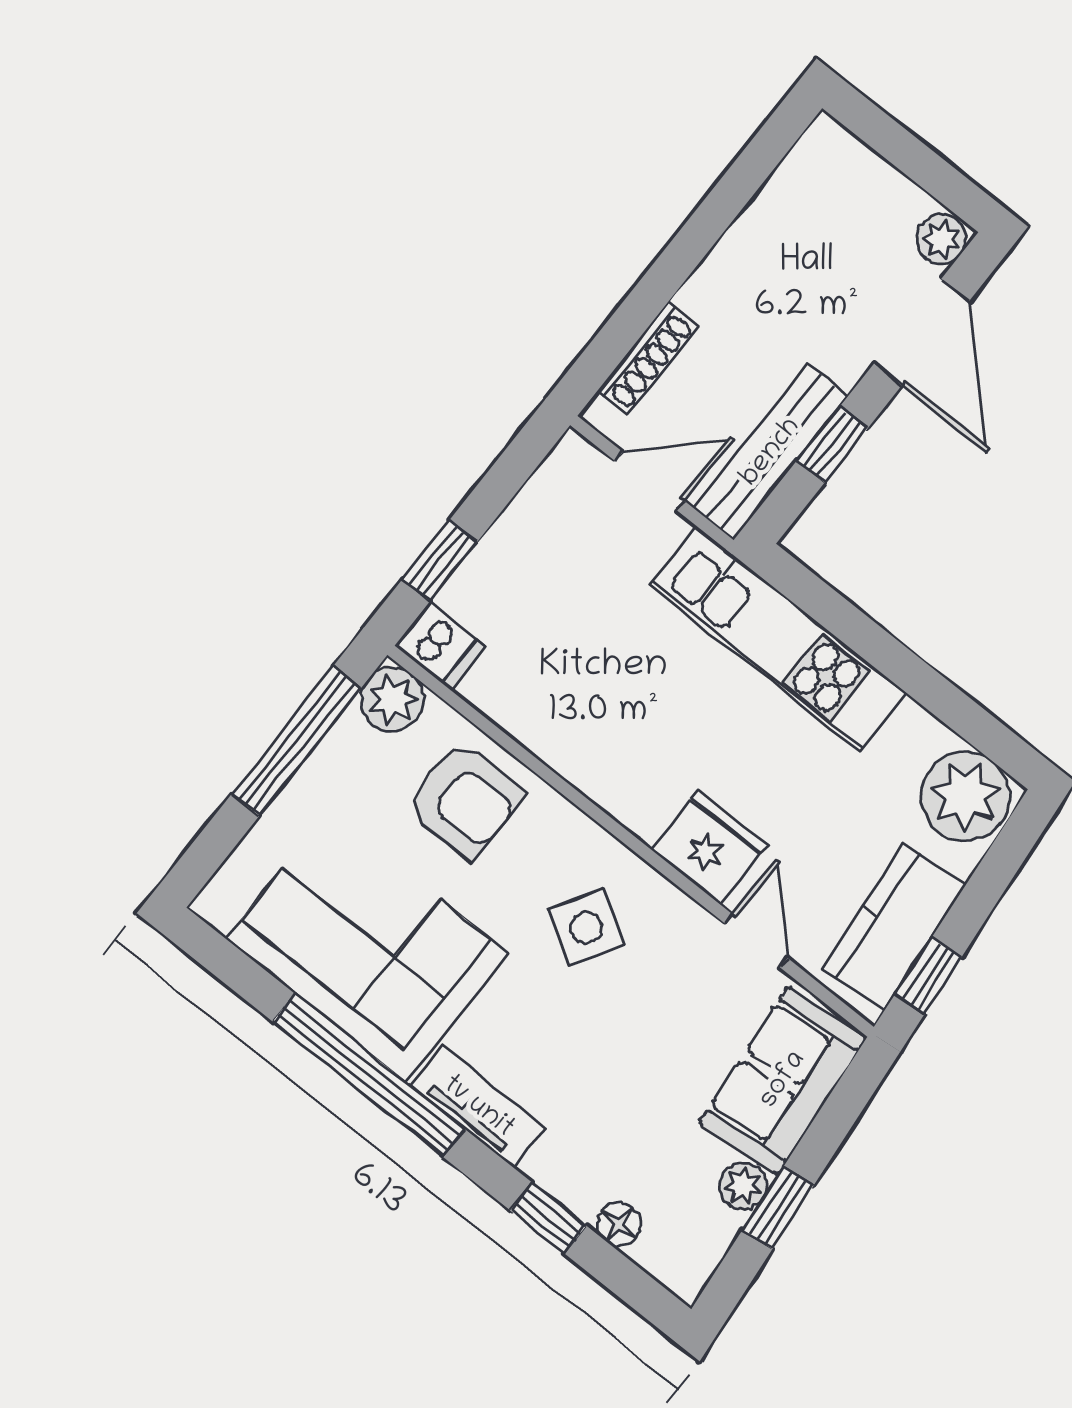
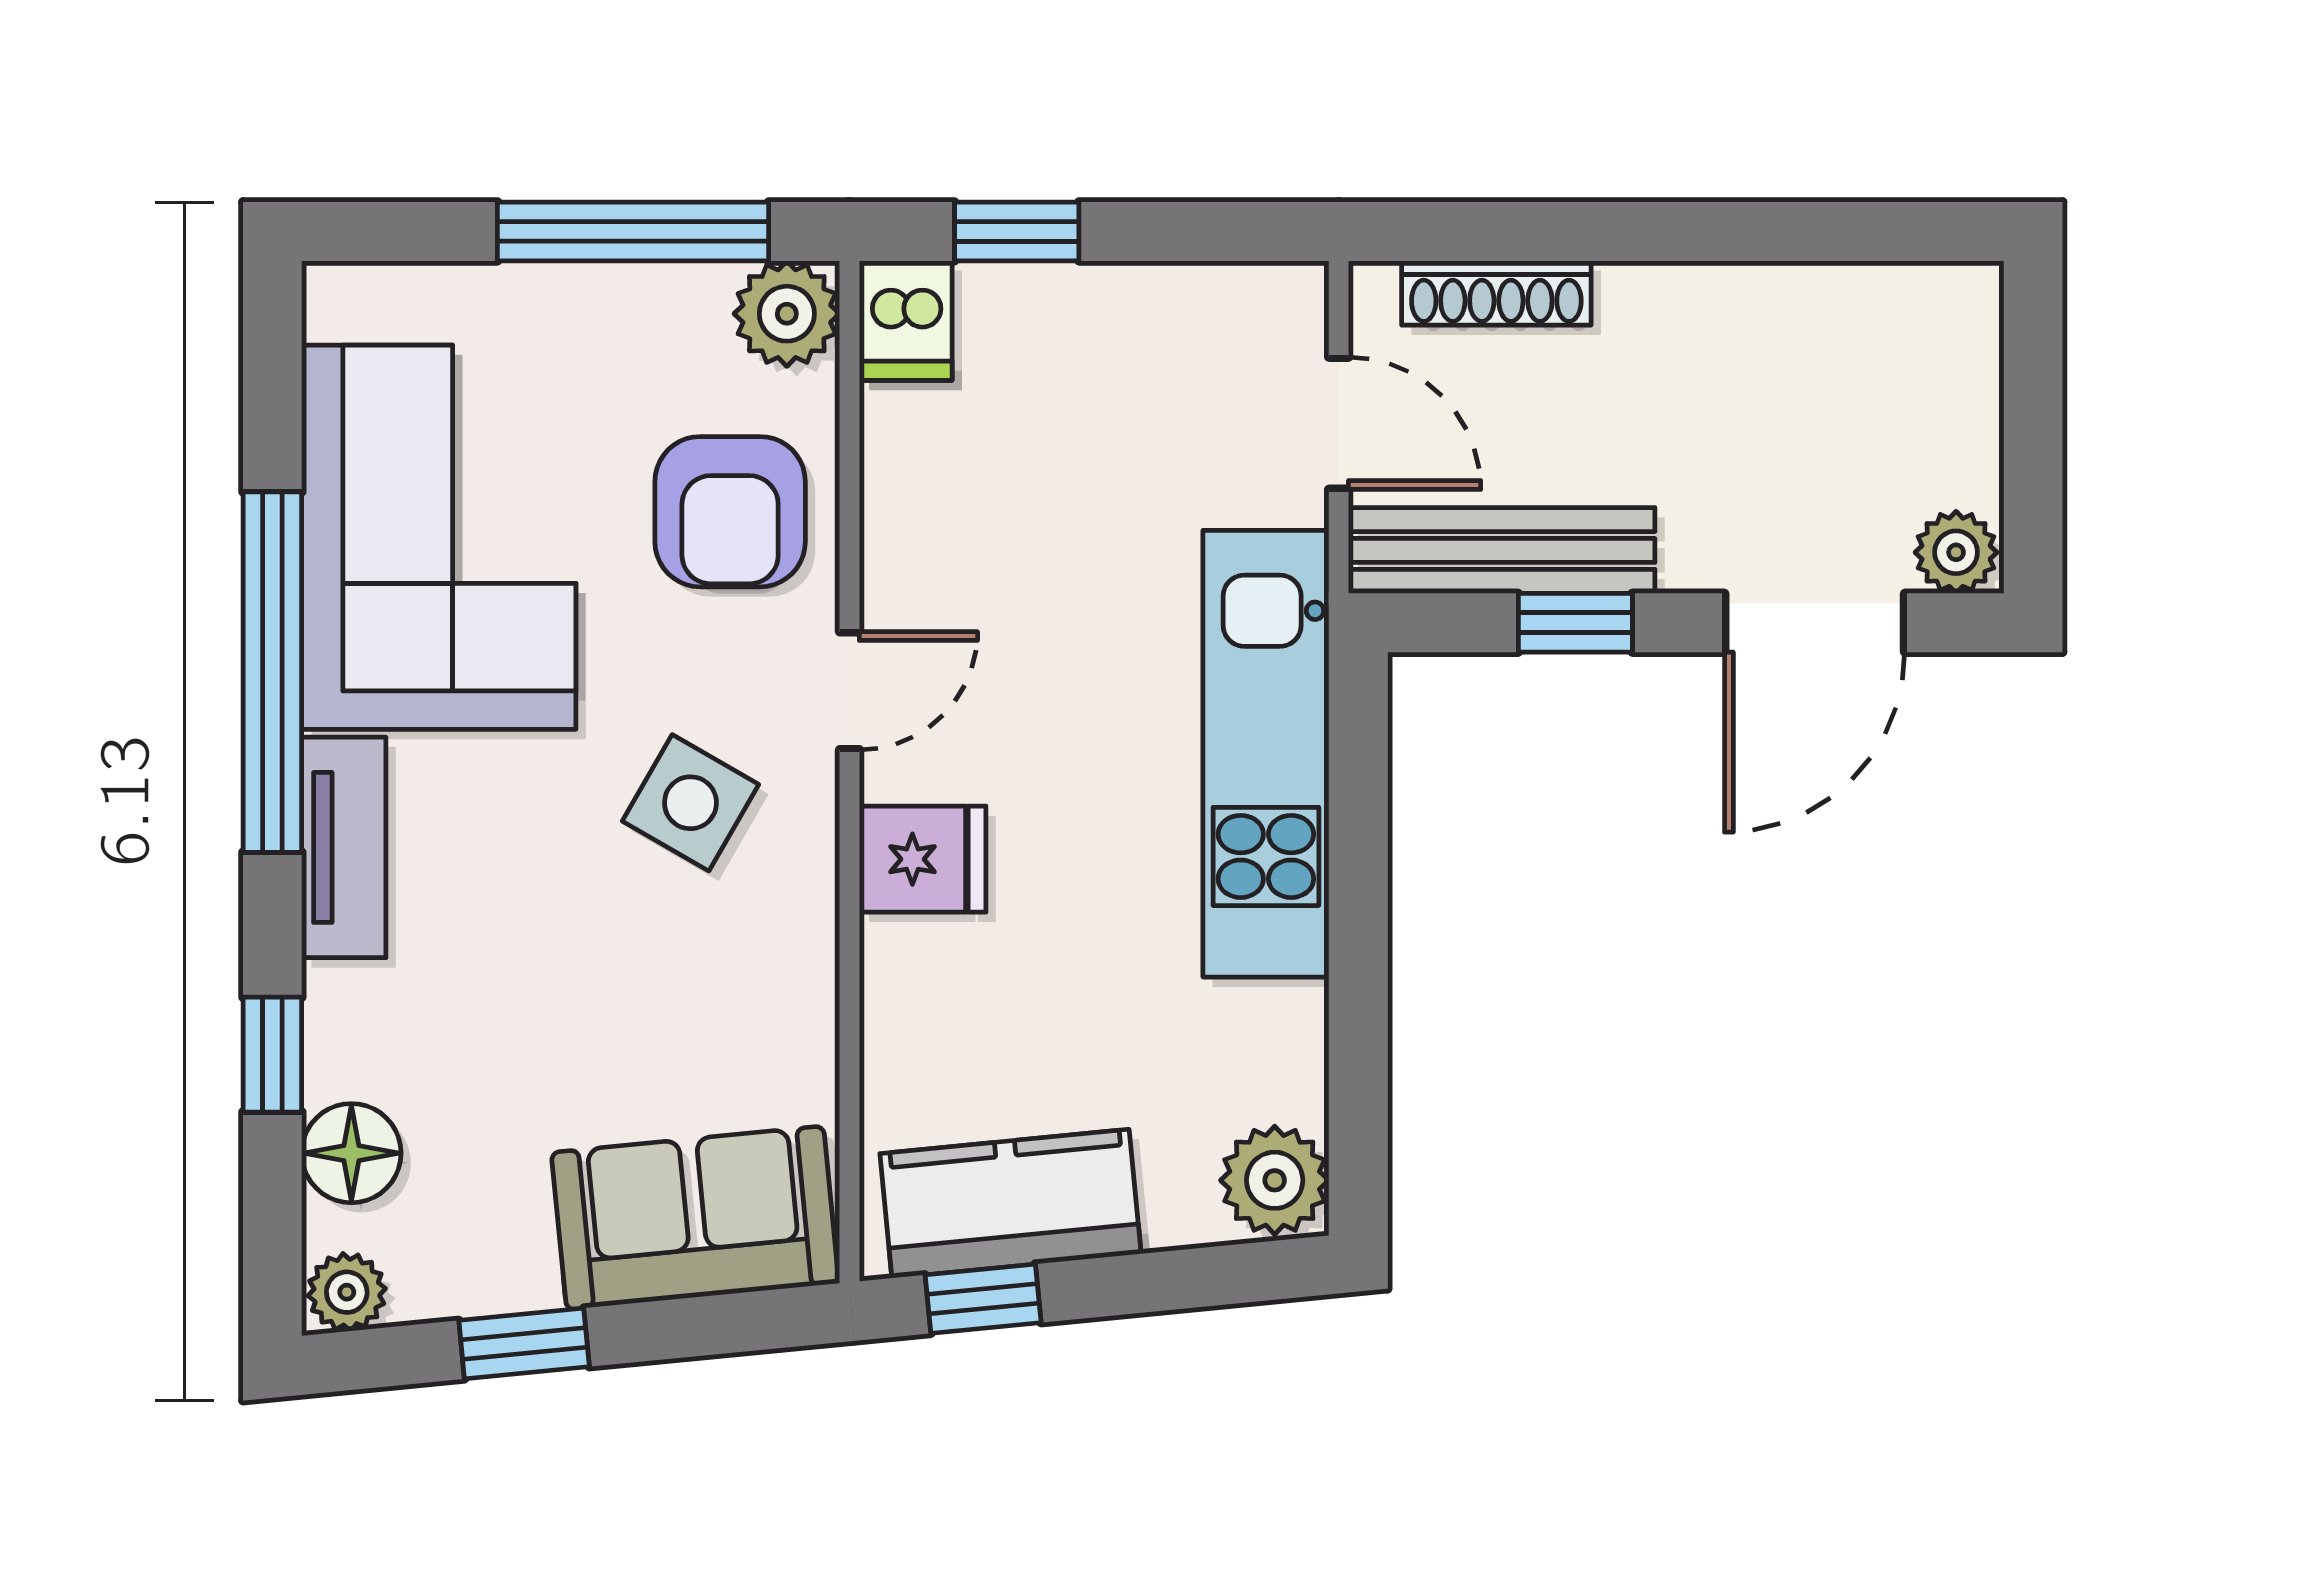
plant: (965, 796) -> (1275, 1180), width x0.73, depth x0.73
fridge: (709, 847) -> (923, 859), width x0.72
door: (756, 941) -> (850, 691), moved
plant: (743, 1186) -> (347, 1292), moved
floor lamp: (619, 1224) -> (351, 1153), width x1.37, depth x1.37

